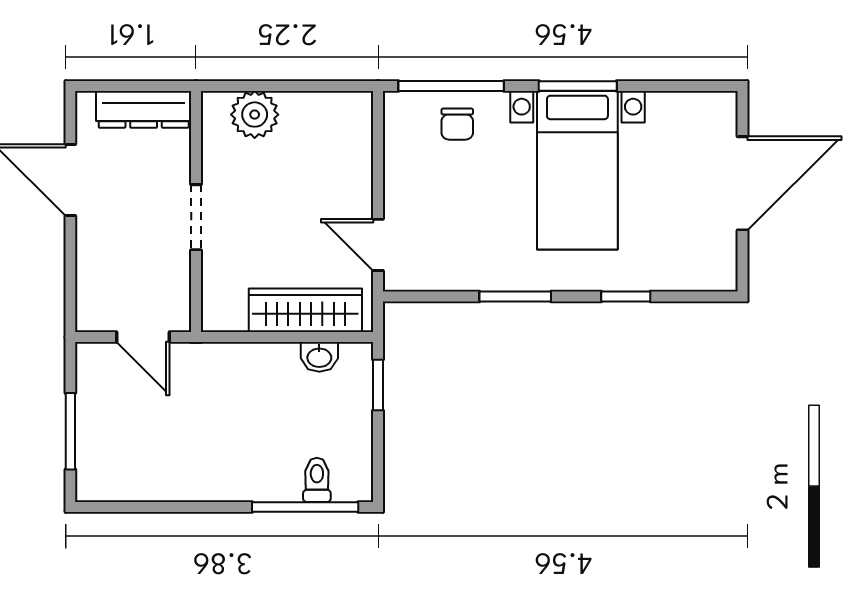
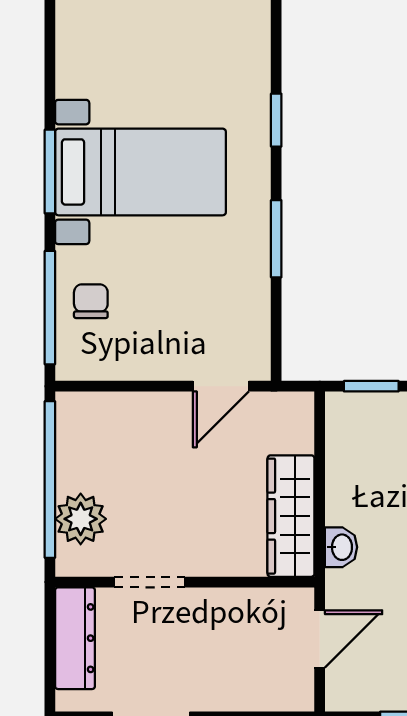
window: (291, 86) -> (50, 480), added
chair: (457, 124) -> (91, 301), turned -90
doorway: (196, 217) -> (149, 582), moved
wardrobe: (305, 310) -> (291, 516), moved
washbasin: (319, 357) -> (341, 547), moved

